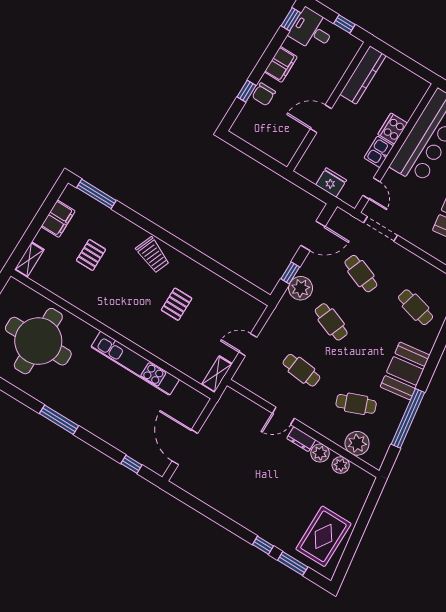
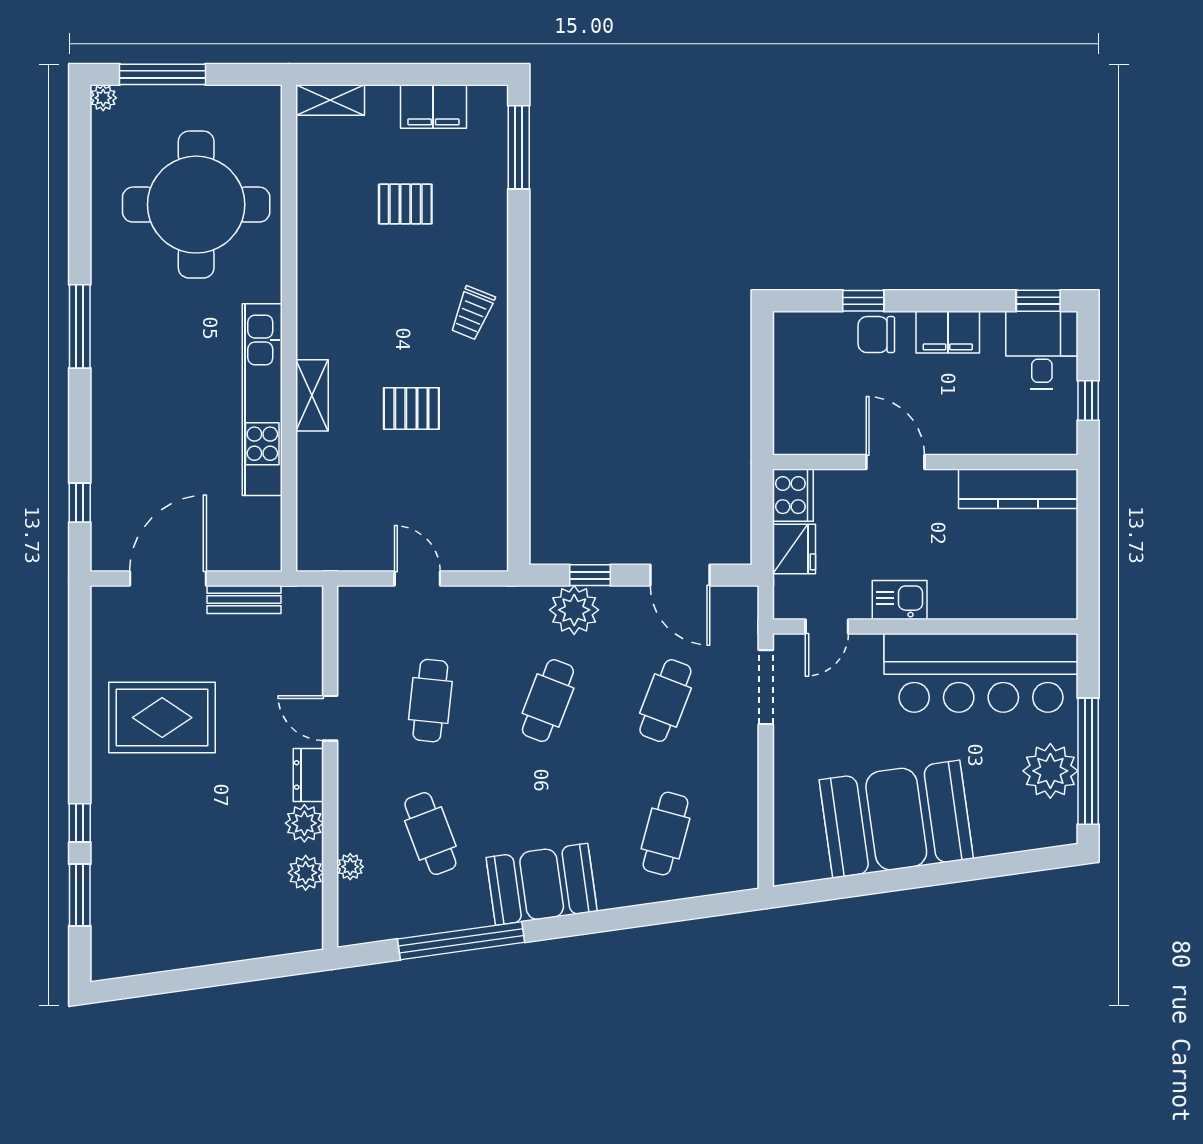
cooker: (393, 129) -> (793, 495), moved, turned 90
trolley: (153, 255) -> (472, 313), width x0.73, depth x0.72
shelving: (217, 374) -> (312, 395), moved, turned 90
bench: (213, 421) -> (244, 599), added
plant: (357, 443) -> (350, 867), width x0.53, depth x0.53
rug: (323, 536) -> (162, 718), moved

